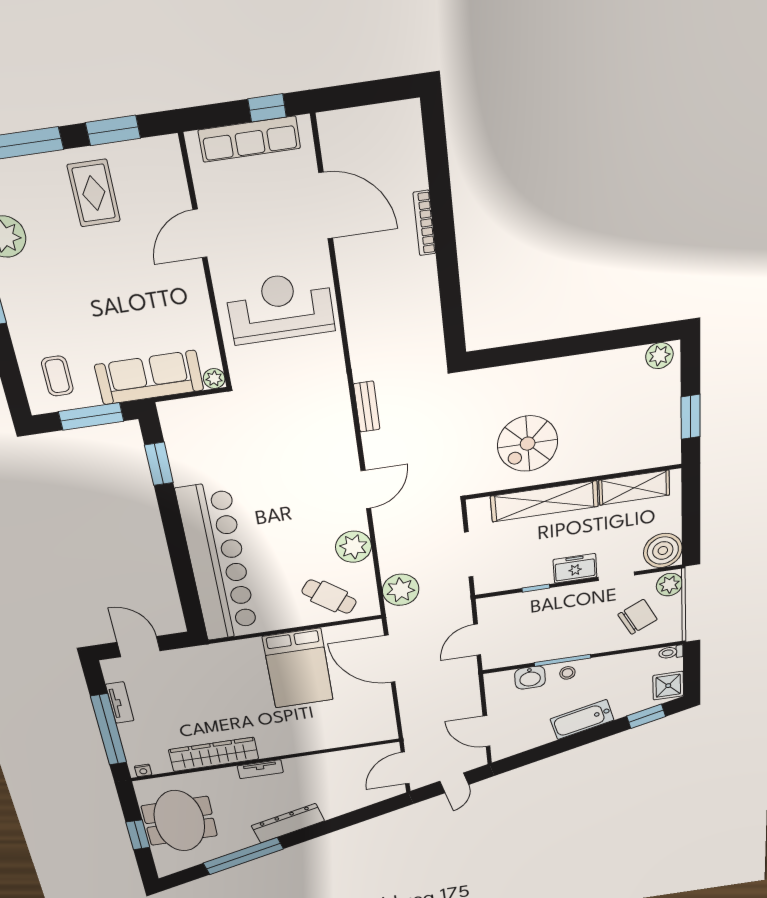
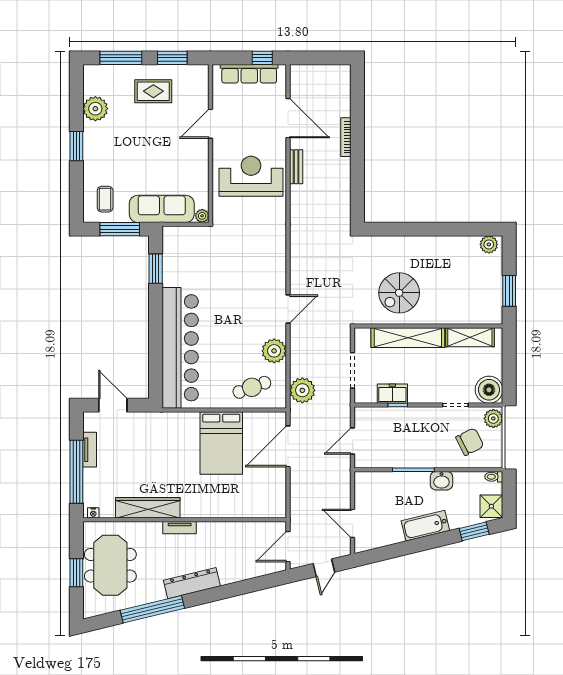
rug: (94, 193) -> (153, 91), turned 90
bench: (367, 407) -> (296, 167), moved
freezer: (575, 568) -> (392, 394), moved
cafe table: (329, 597) -> (252, 387), turned -57
door: (390, 659) -> (288, 446), hinge flipped
stool: (567, 673) -> (416, 481), removed
washbasin: (530, 678) -> (441, 481), moved

